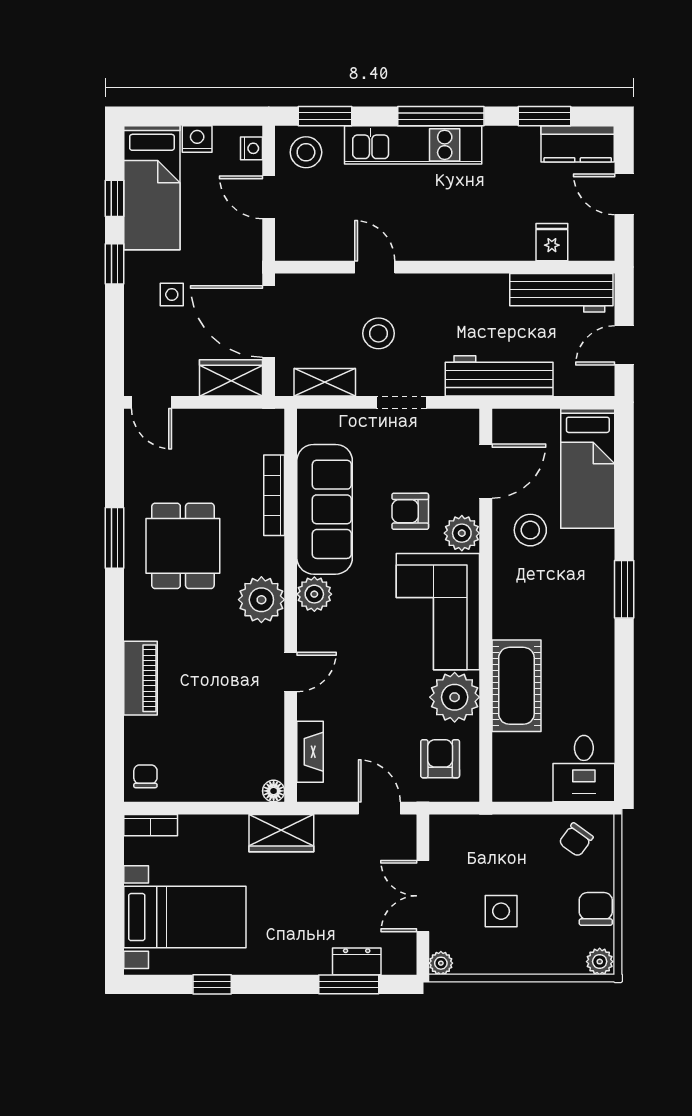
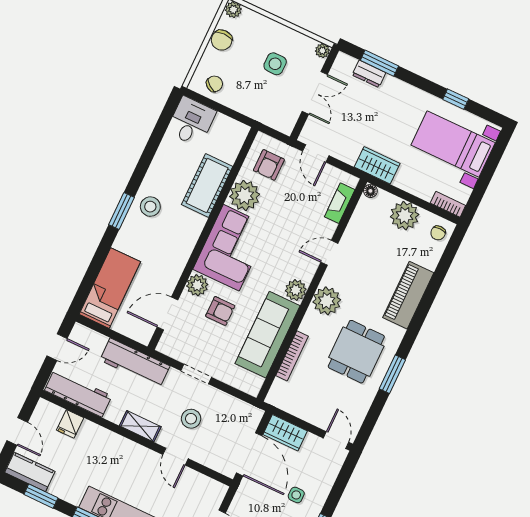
shelving: (325, 382) -> (140, 426), moved
stool: (530, 530) -> (150, 207), moved
piano: (141, 678) -> (408, 295), width x1.37, depth x1.33
plant: (206, 778) -> (405, 216), added

